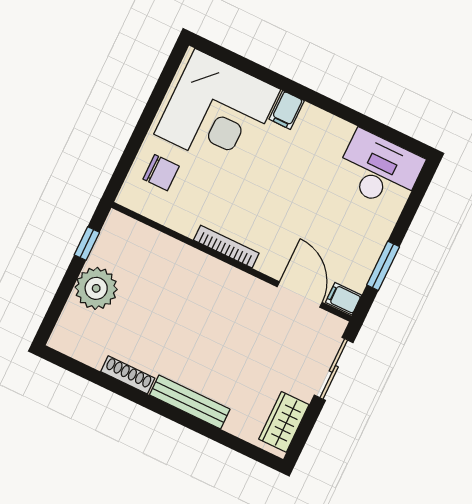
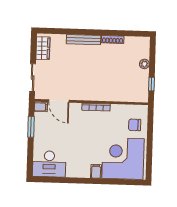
plant: (96, 288) -> (144, 64), width x0.53, depth x0.53

